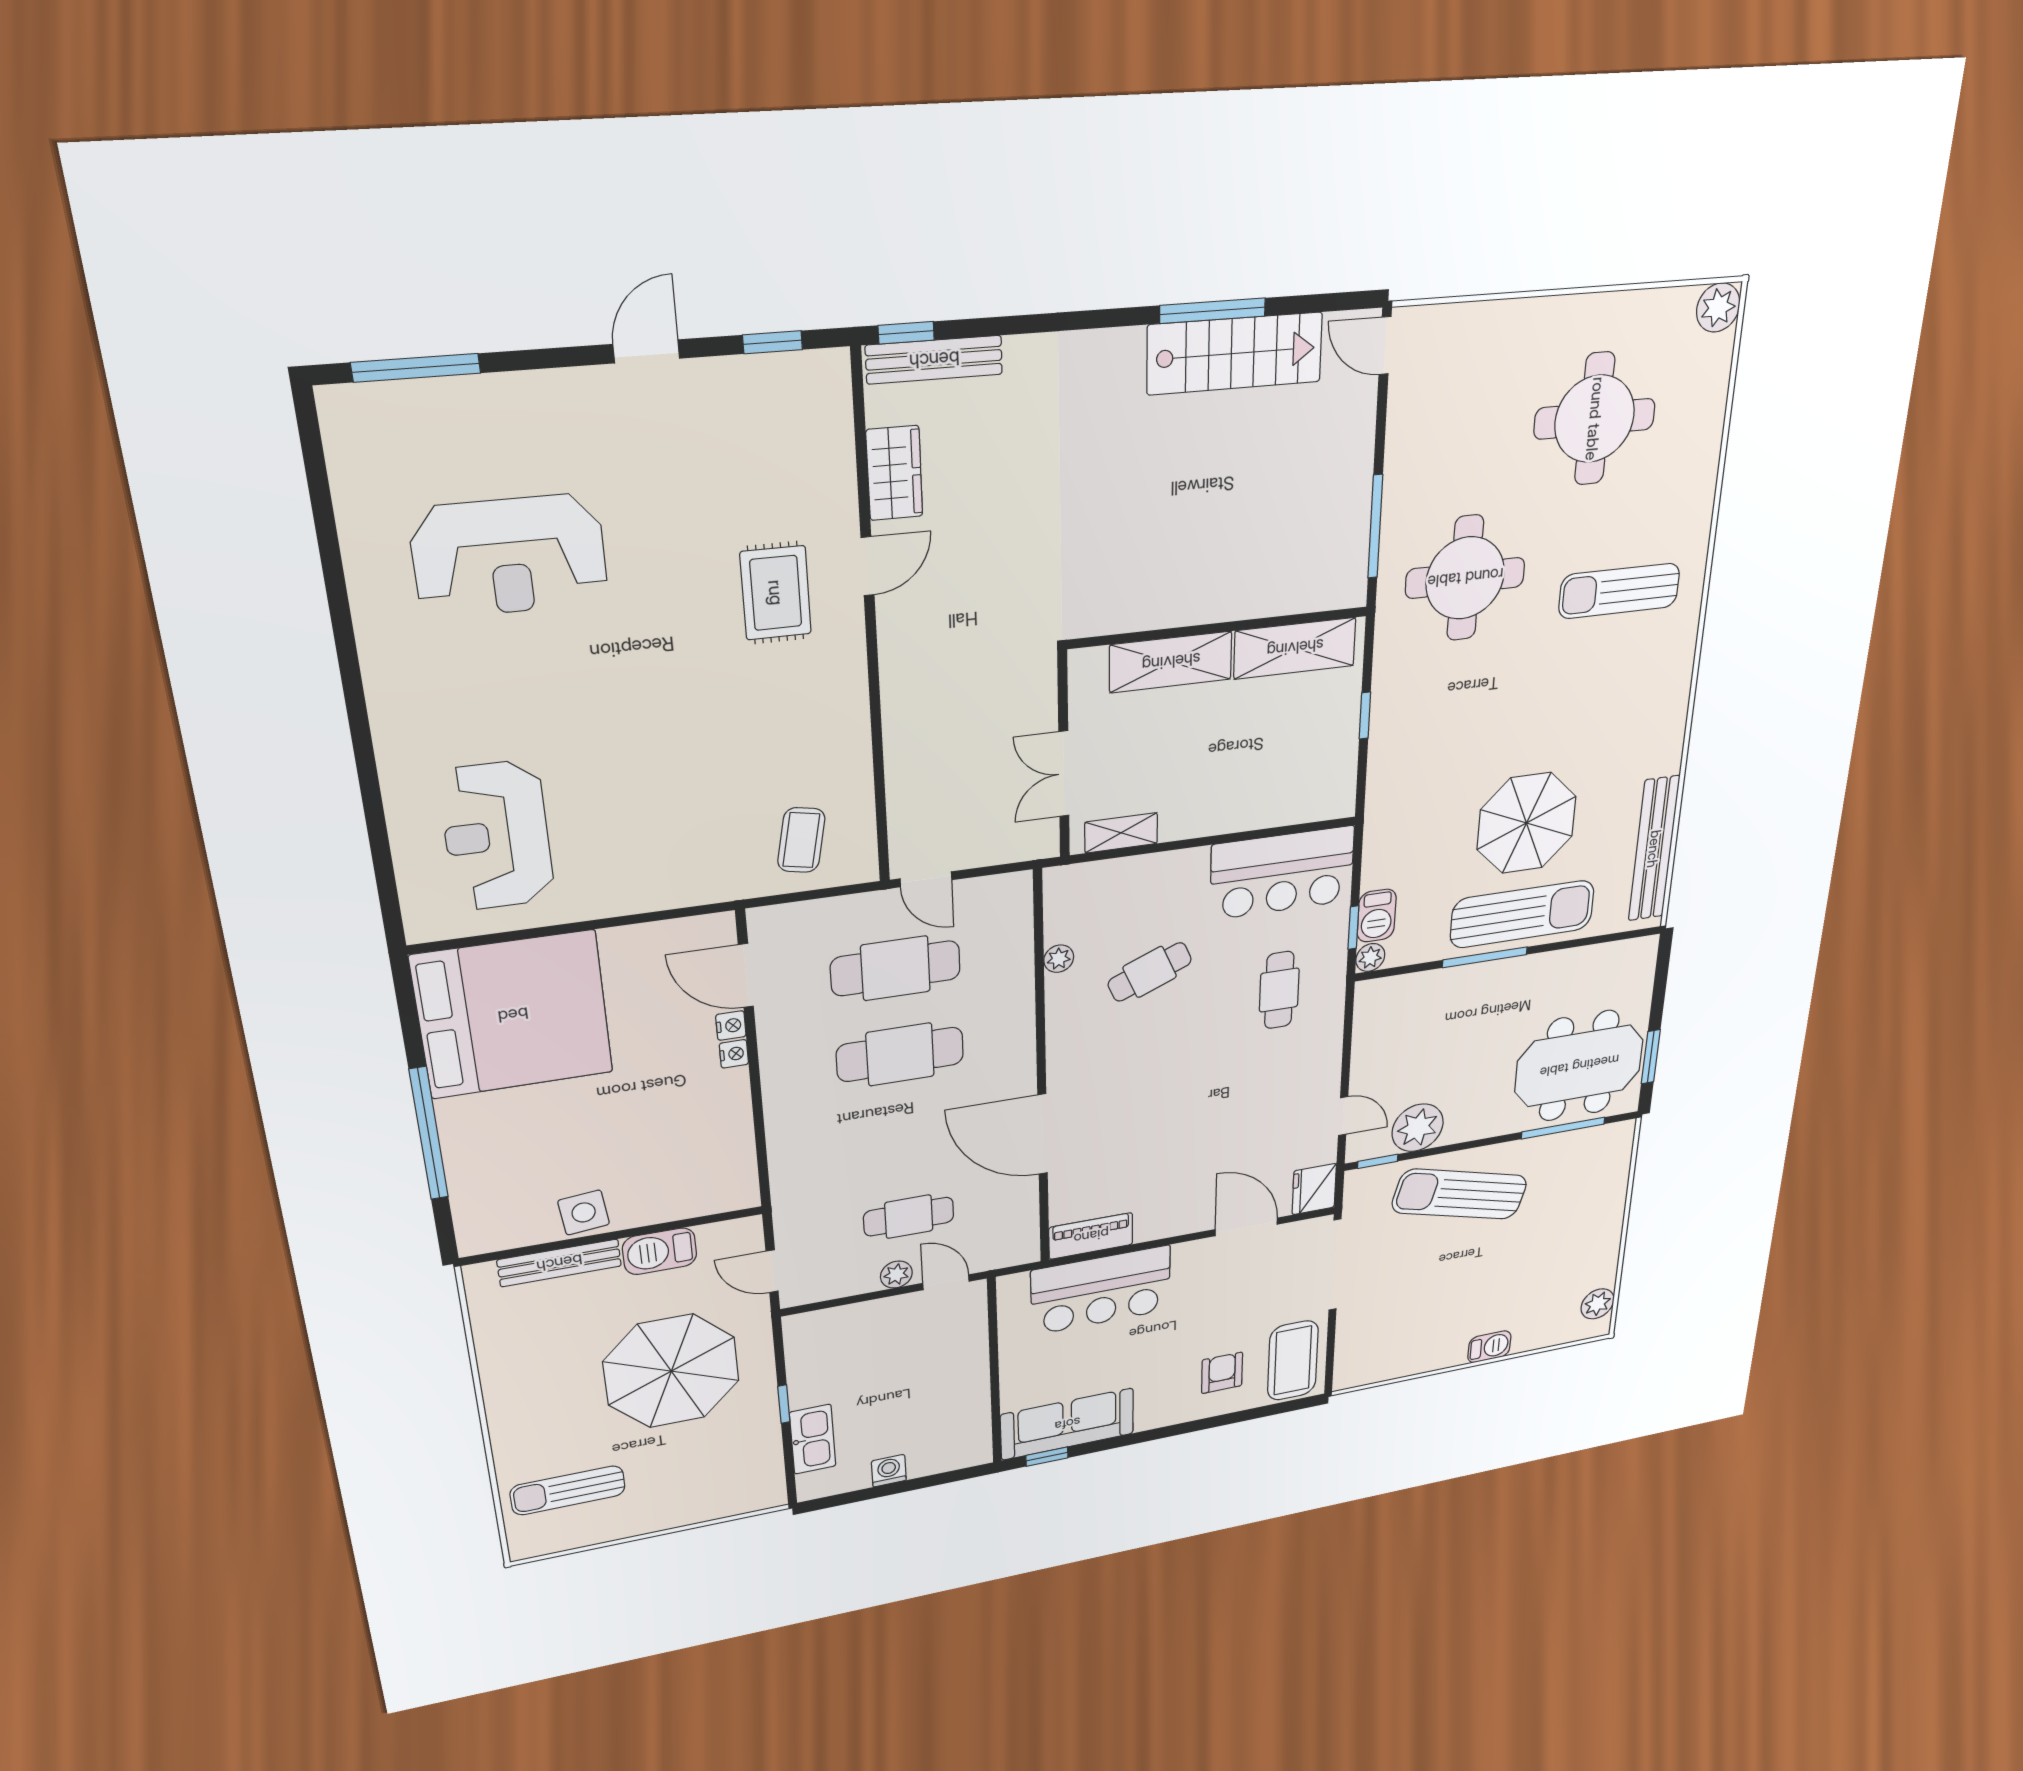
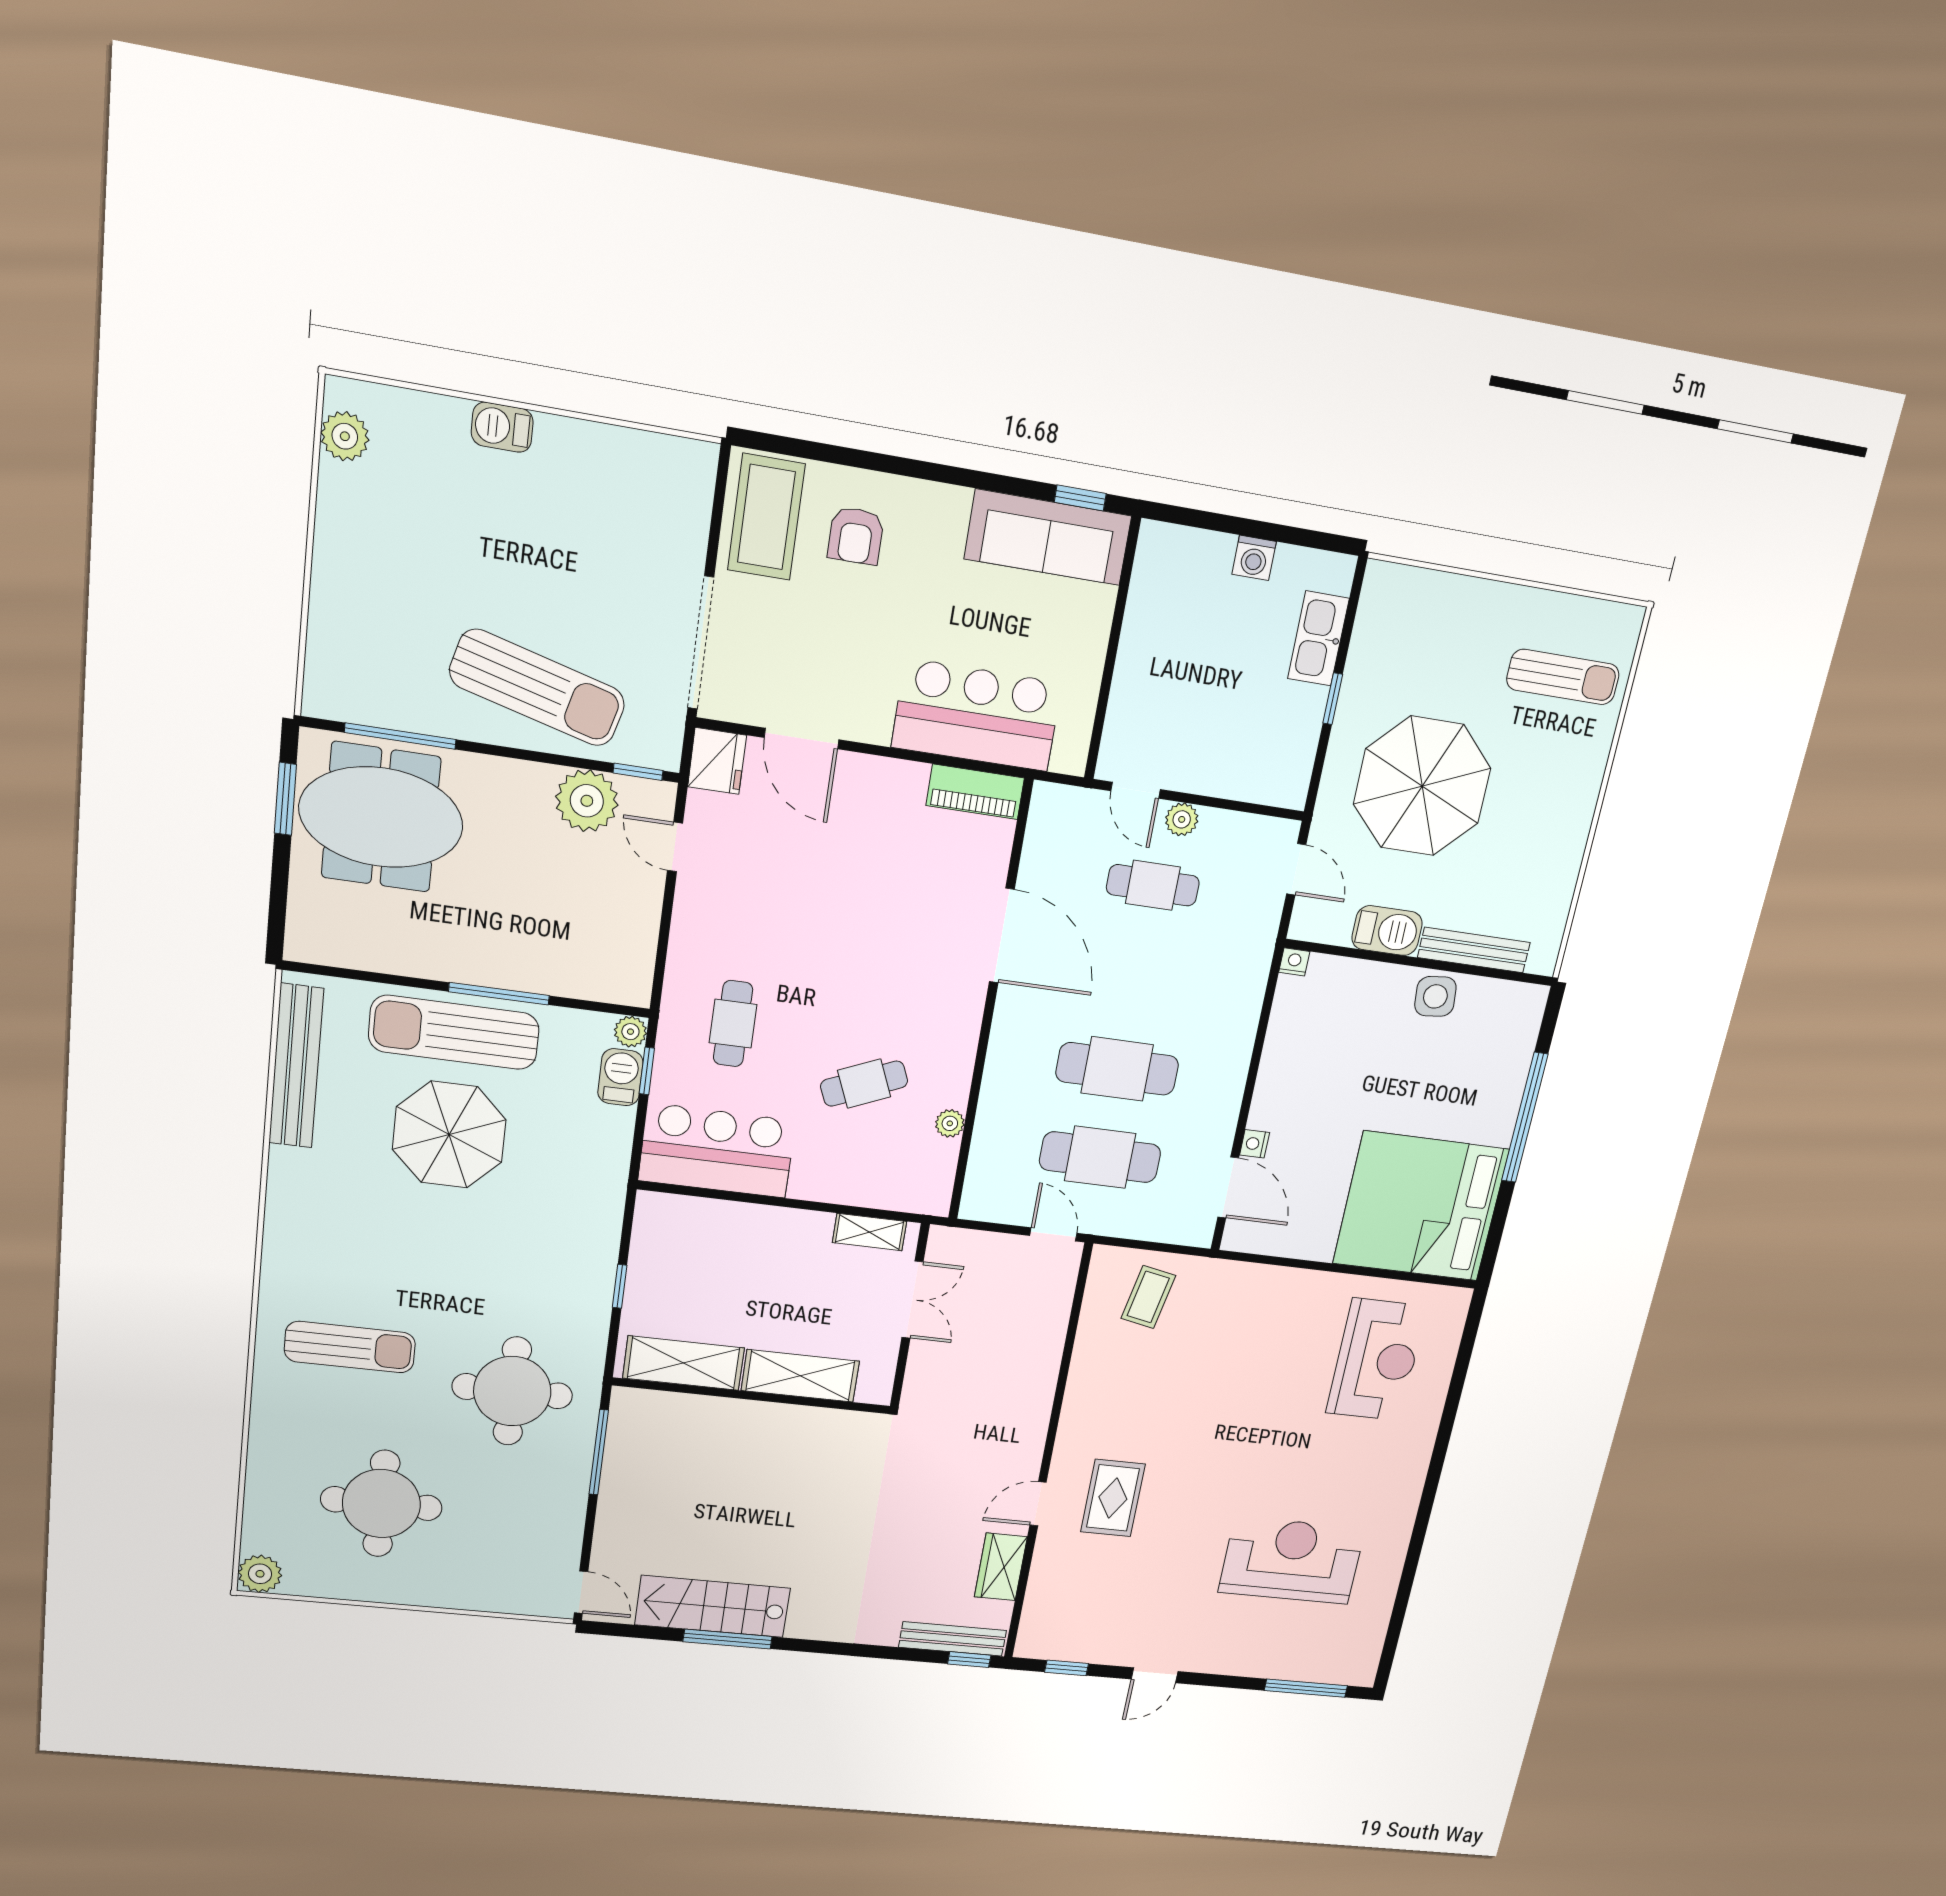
nightstand: (734, 1054) -> (1294, 962), moved, turned 90

